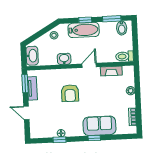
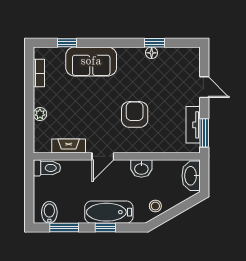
window: (94, 138) -> (67, 43), moved

